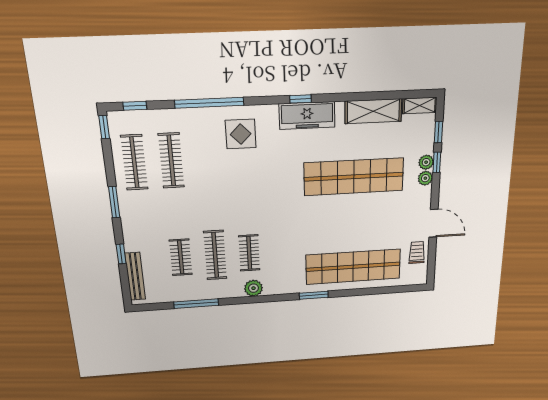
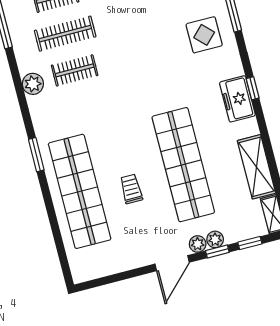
freezer: (307, 115) -> (237, 99), width x0.71
door: (434, 223) -> (172, 263), moved
trolley: (417, 252) -> (131, 189), moved, turned -90

